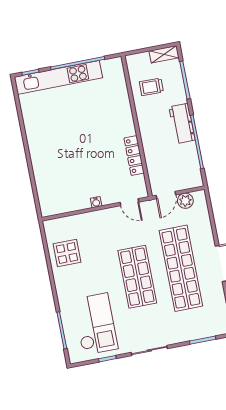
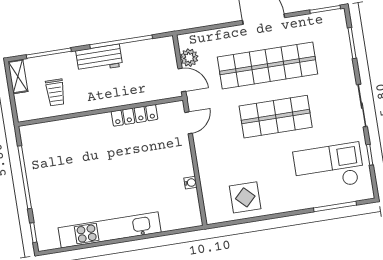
kitchen unit: (58, 77) -> (110, 230), moved, turned -90
water cooler: (96, 202) -> (191, 183), moved

